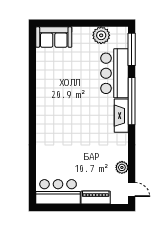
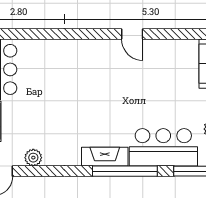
door: (32, 96) -> (132, 34), added

